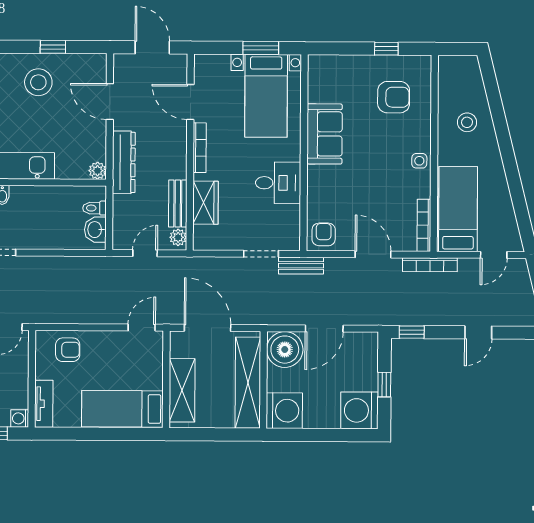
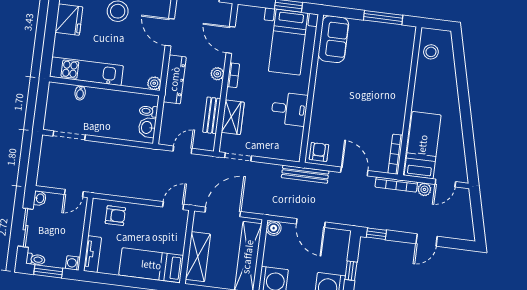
window: (386, 49) -> (383, 18), width x2.17
armchair: (394, 97) -> (384, 55), removed
stool: (467, 122) -> (431, 52), moved
sofa: (325, 134) -> (333, 39), moved
bookcase: (200, 148) -> (233, 75), width x0.64
side table: (419, 161) -> (398, 105), removed
plant: (178, 237) -> (217, 74), moved
doorway: (261, 254) -> (238, 157), moved
bench: (301, 266) -> (305, 174), width x1.36
plant: (467, 267) -> (424, 189), added
door: (208, 328) -> (223, 212), hinge flipped
door: (324, 329) -> (311, 223), hinge flipped
boiler: (285, 350) -> (274, 228), width x0.54, depth x0.54

